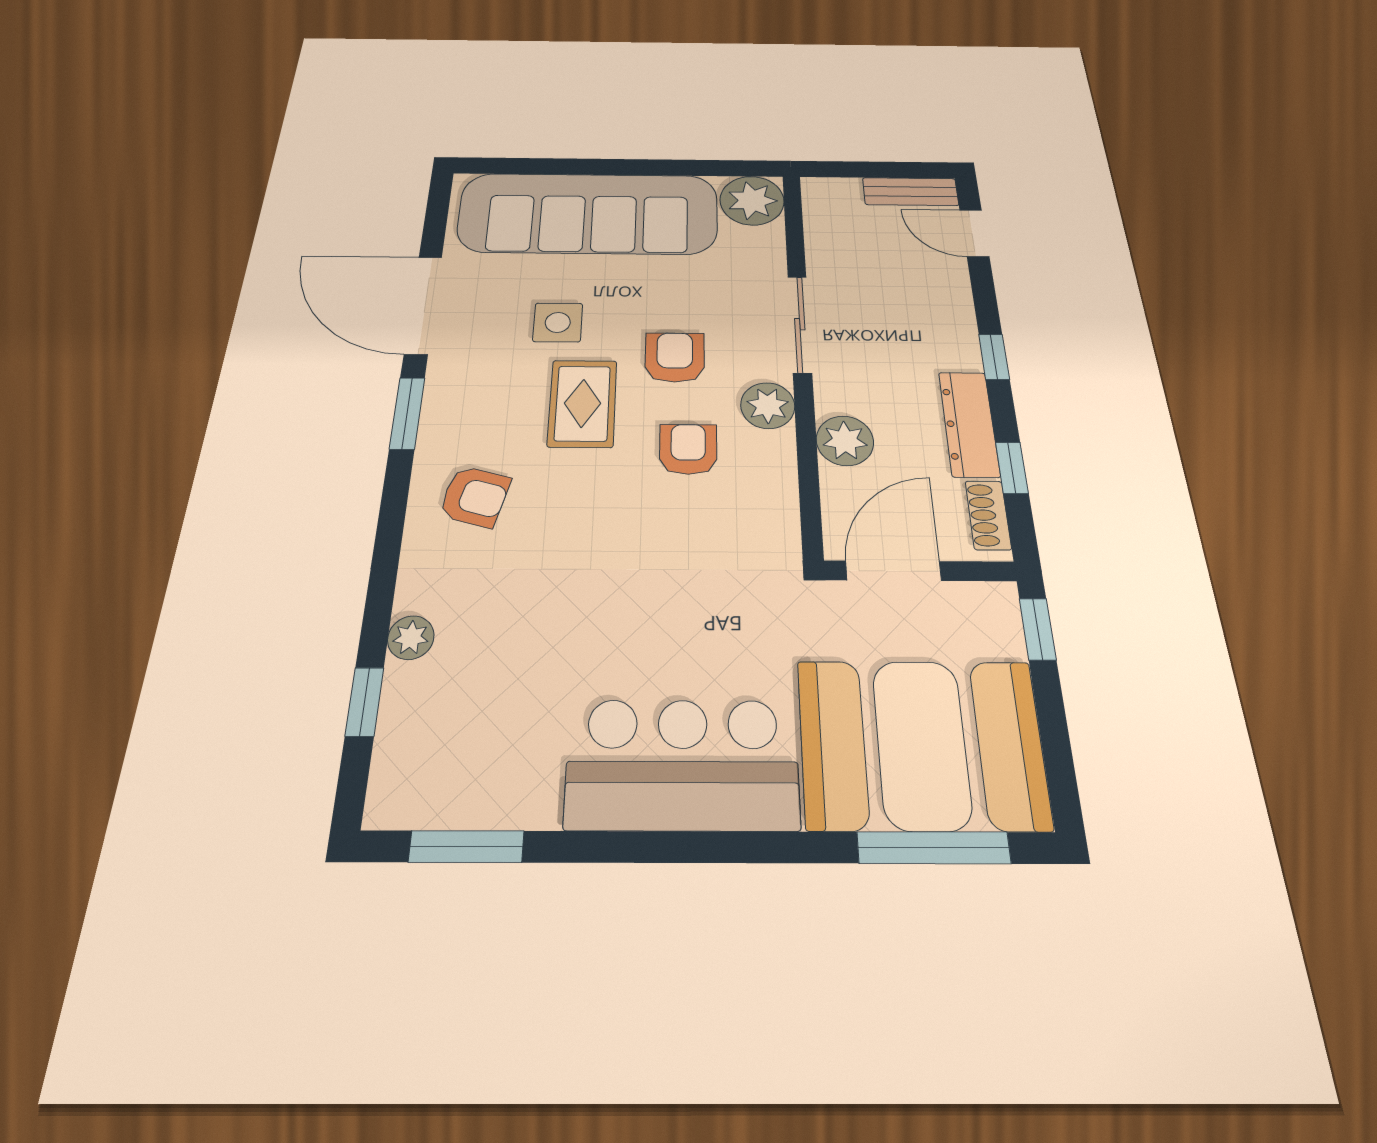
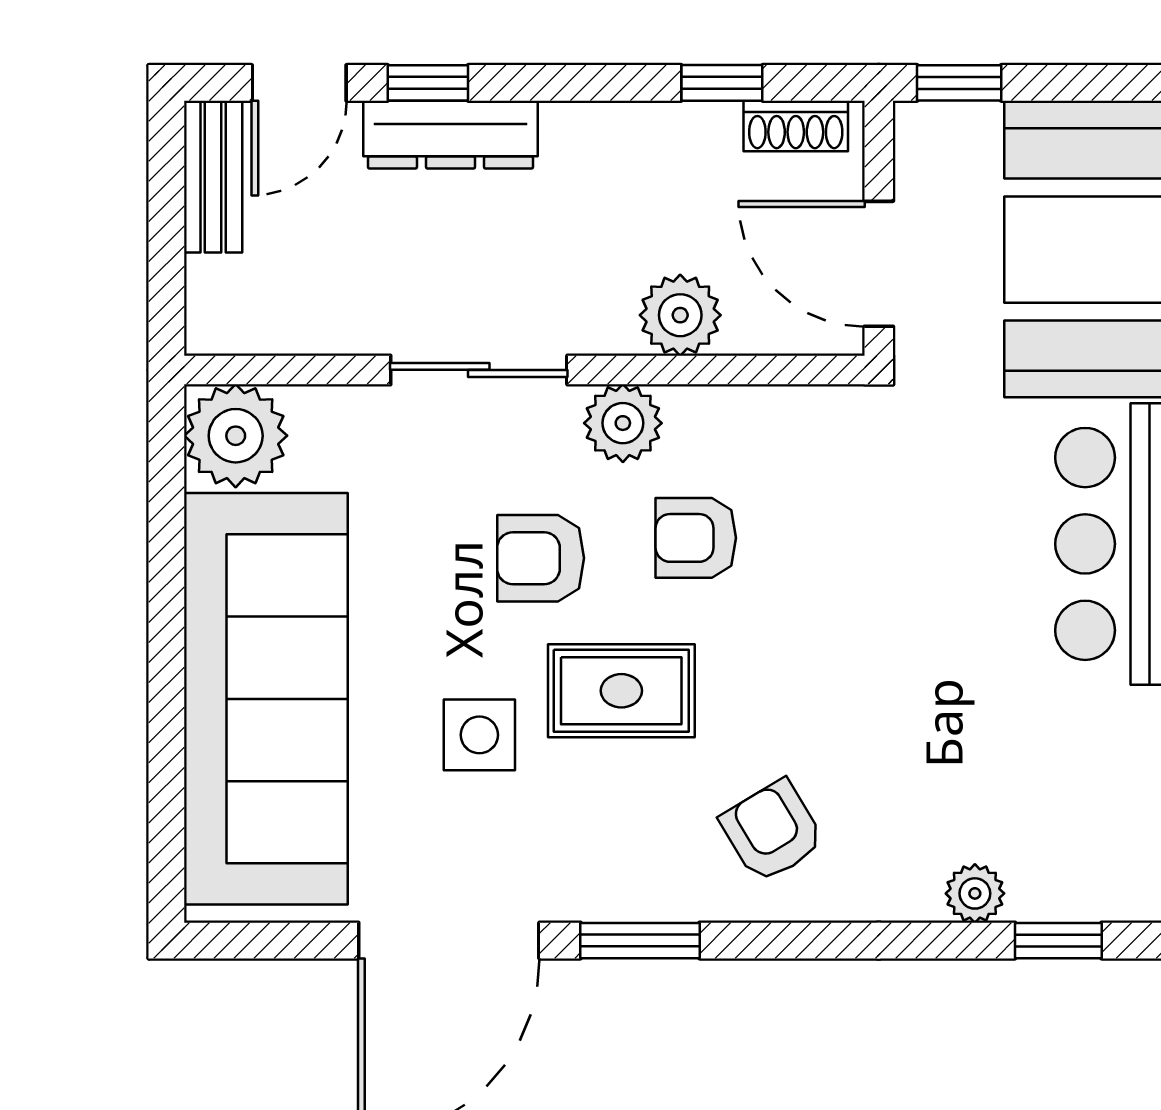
window: (994, 357) -> (428, 83), moved
dresser: (969, 424) -> (450, 135), moved
armchair: (475, 496) -> (772, 831), turned -46

